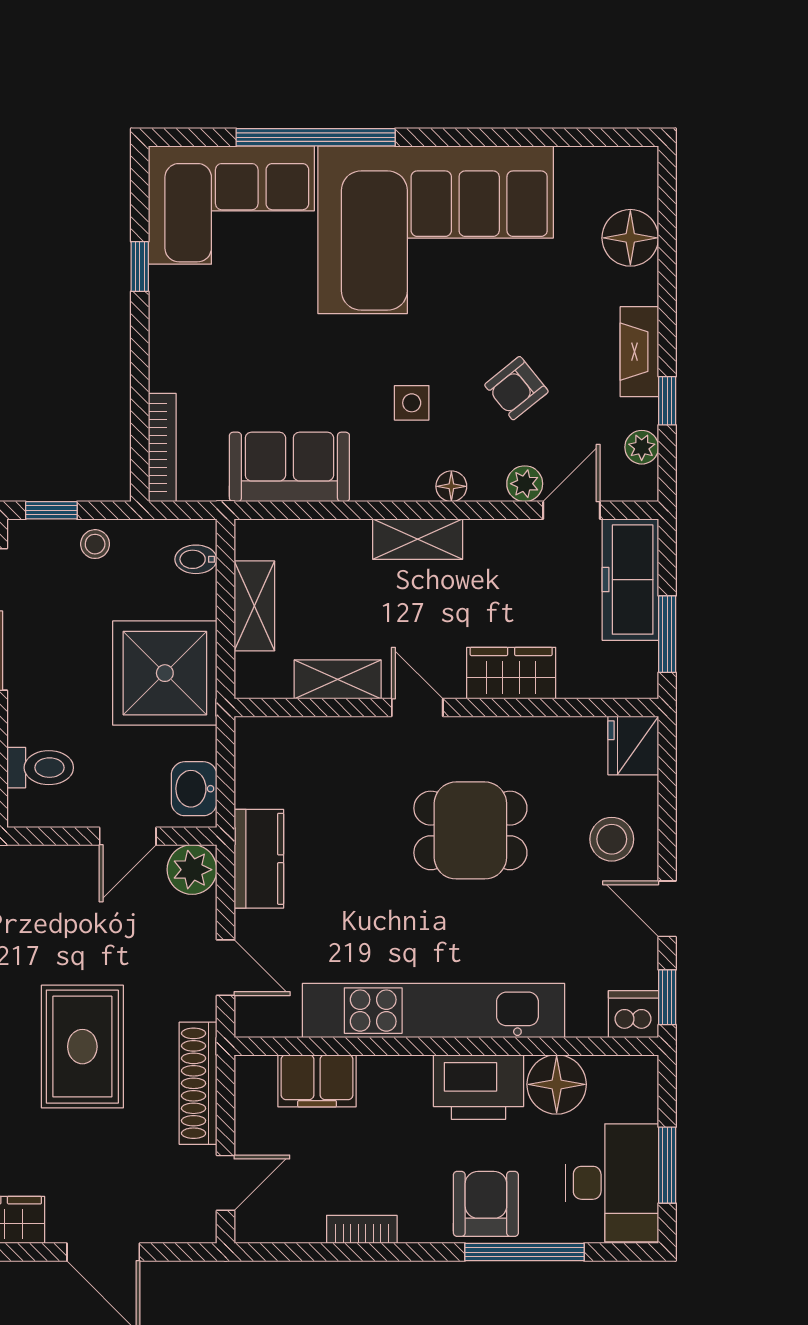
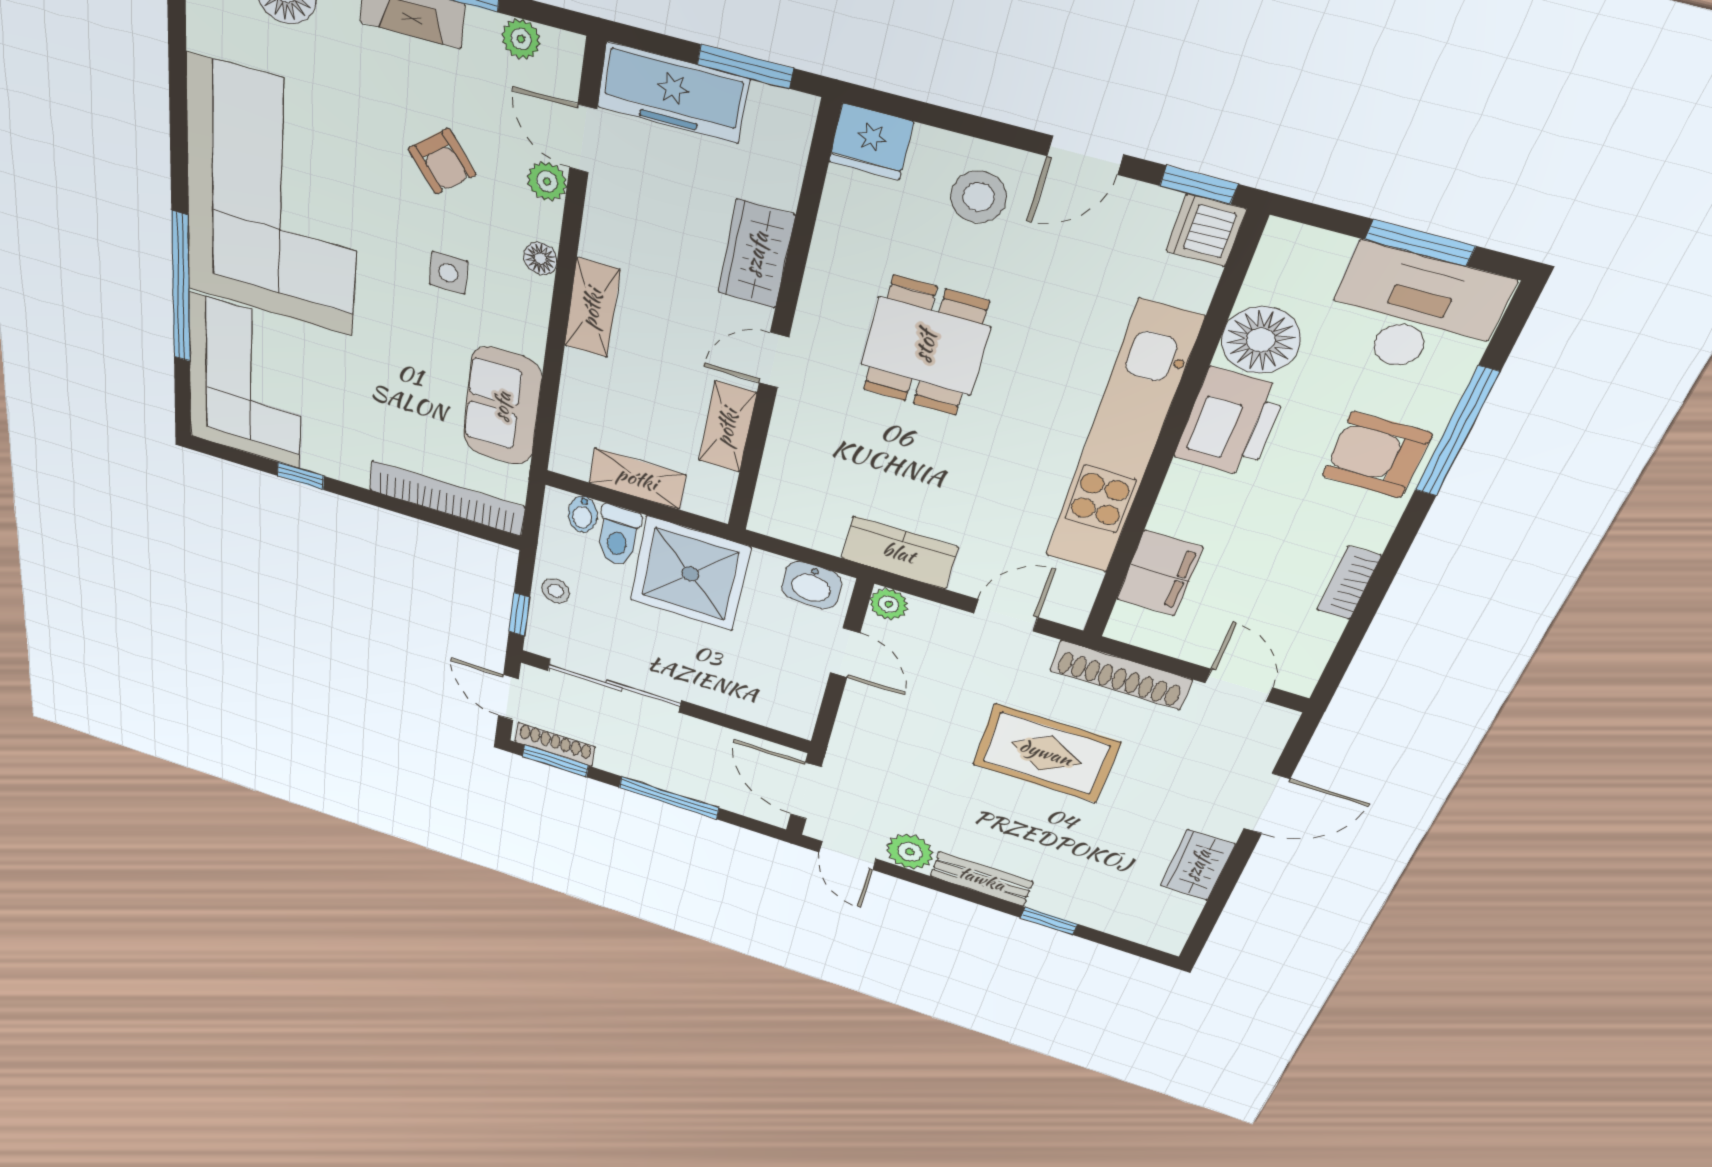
bookcase: (162, 447) -> (447, 498), width x1.48, depth x1.31
toilet: (40, 768) -> (618, 536), moved, turned 180
plant: (192, 870) -> (889, 604), width x0.73, depth x0.73

